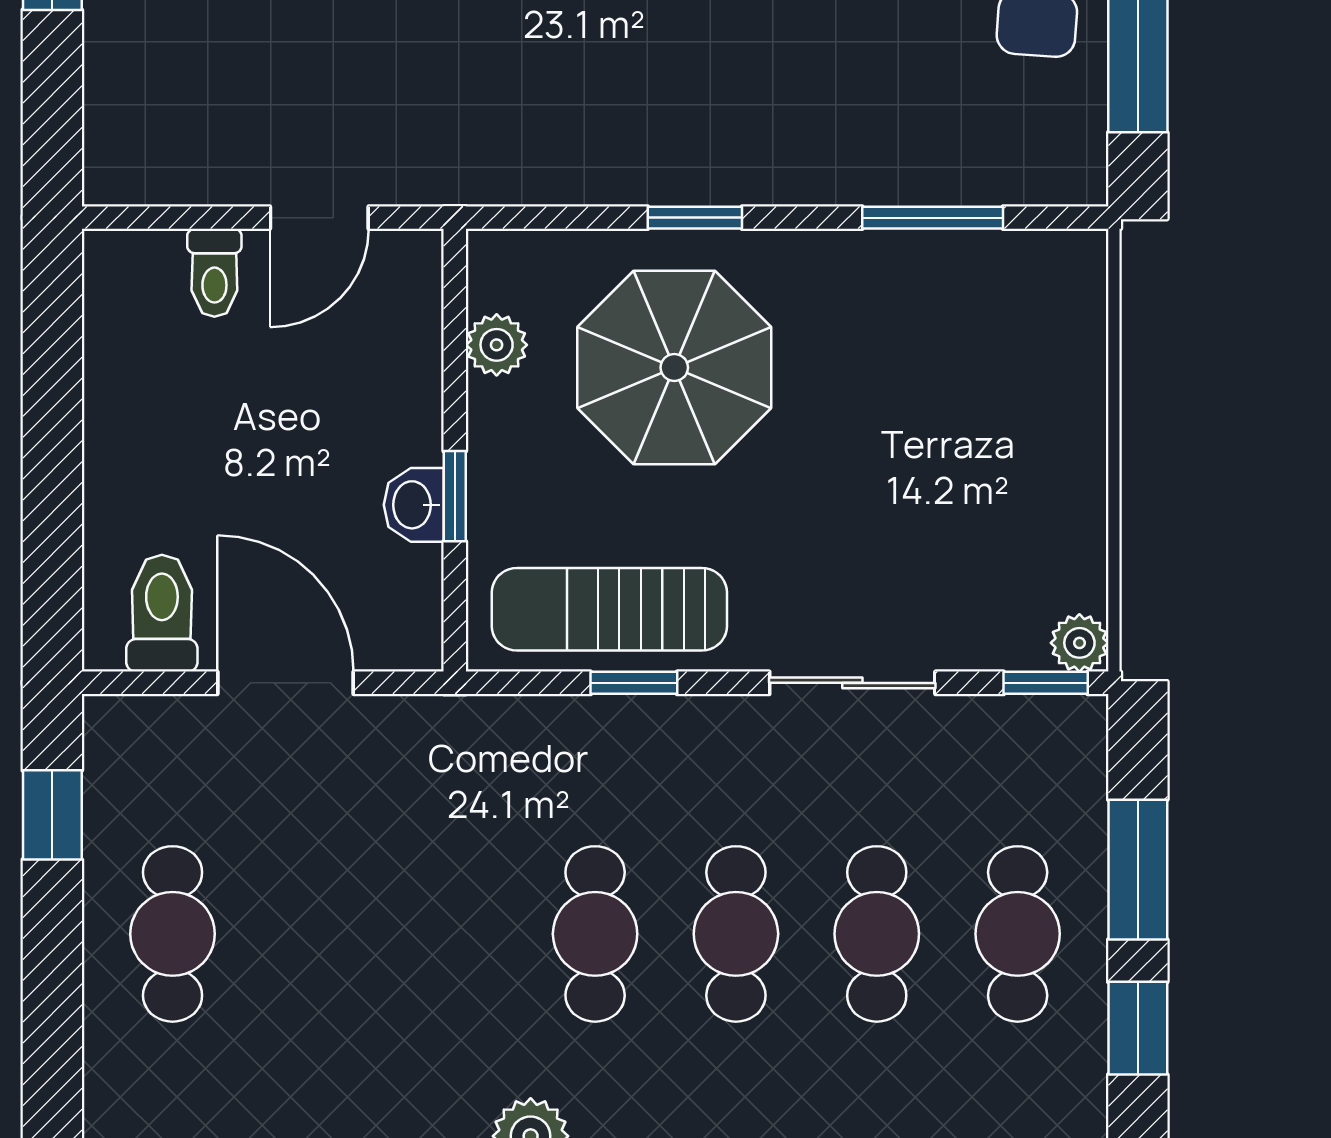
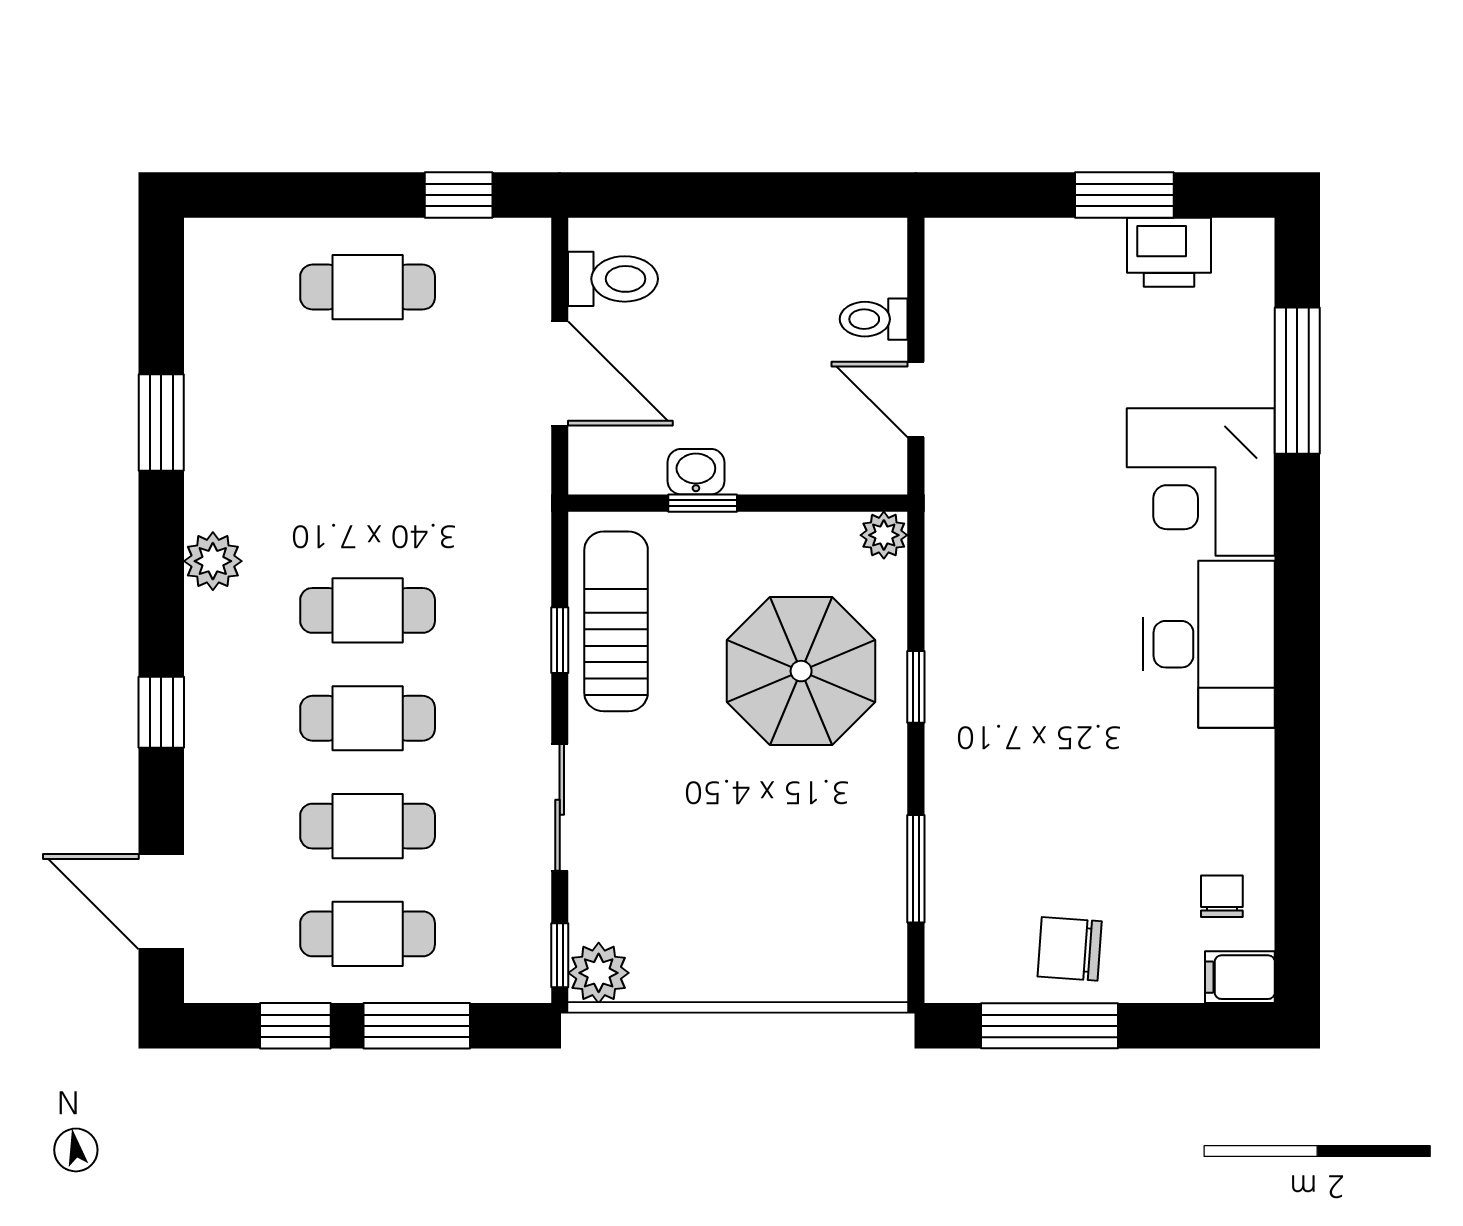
plant: (497, 345) -> (884, 535), moved
plant: (1079, 643) -> (599, 973), width x1.38, depth x1.38
door: (286, 683) -> (560, 374), hinge flipped

